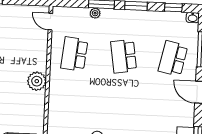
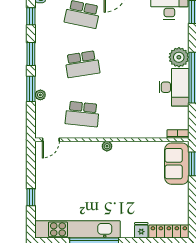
plant: (37, 81) -> (107, 146), width x0.53, depth x0.53

